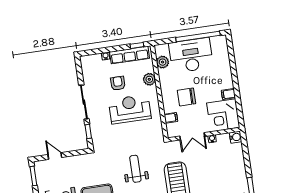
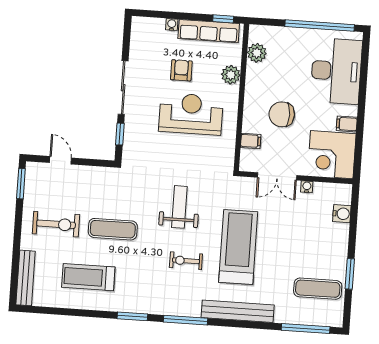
desk: (191, 55) -> (336, 71), moved, turned 90
water cooler: (236, 137) -> (342, 214), moved

